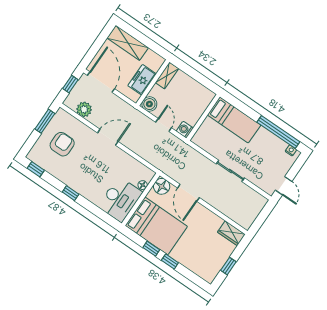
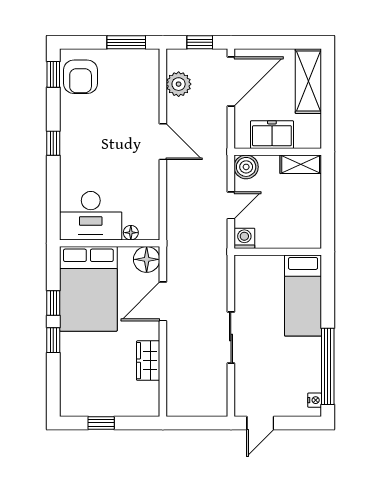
armchair: (62, 144) -> (81, 77), moved, turned 90
wardrobe: (231, 233) -> (148, 361), moved

